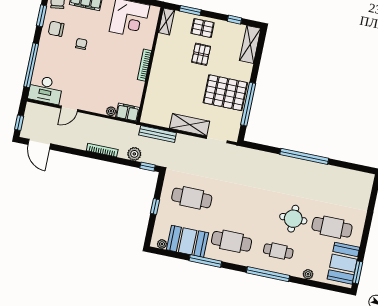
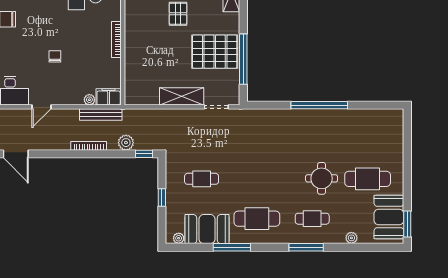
chair: (81, 44) -> (55, 56), moved
bench: (158, 134) -> (101, 114), moved
cafe table: (192, 198) -> (202, 179), width x0.73, depth x0.74
window: (268, 274) -> (306, 247), width x0.68

